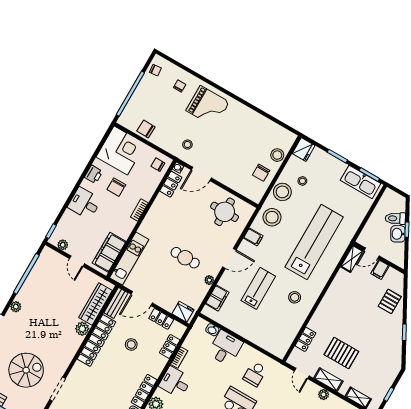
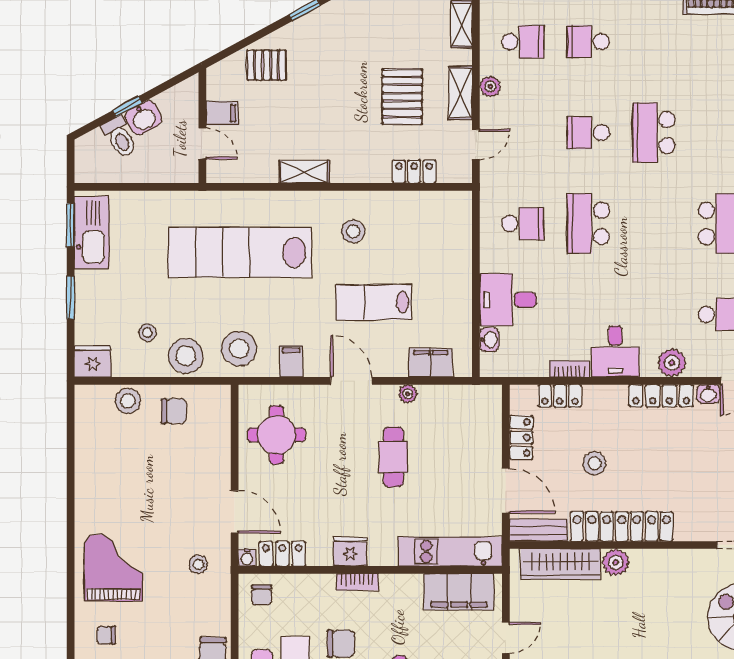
shelving: (352, 259) -> (304, 172), moved
fridge: (183, 312) -> (350, 552), moved, turned 90

